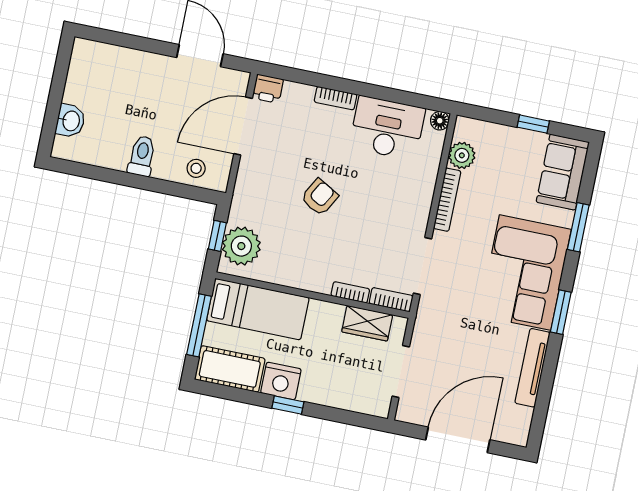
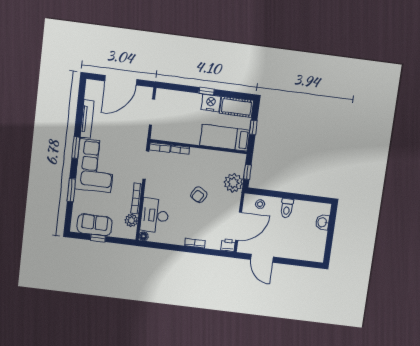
desk: (387, 128) -> (155, 215), moved, turned 90
sofa: (563, 172) -> (94, 225), moved, turned -90
plant: (241, 246) -> (233, 183), moved
wardrobe: (367, 323) -> (171, 135), removed
window: (199, 325) -> (253, 127), width x0.46

